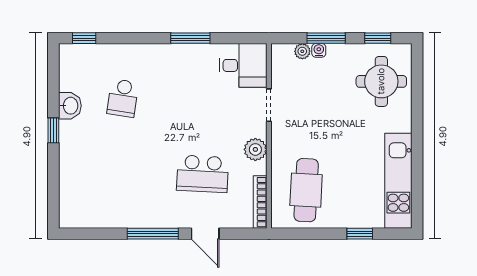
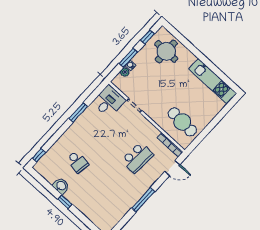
plant: (255, 149) -> (147, 127), removed
door: (205, 234) -> (172, 168), moved
window: (360, 234) -> (220, 116), removed

